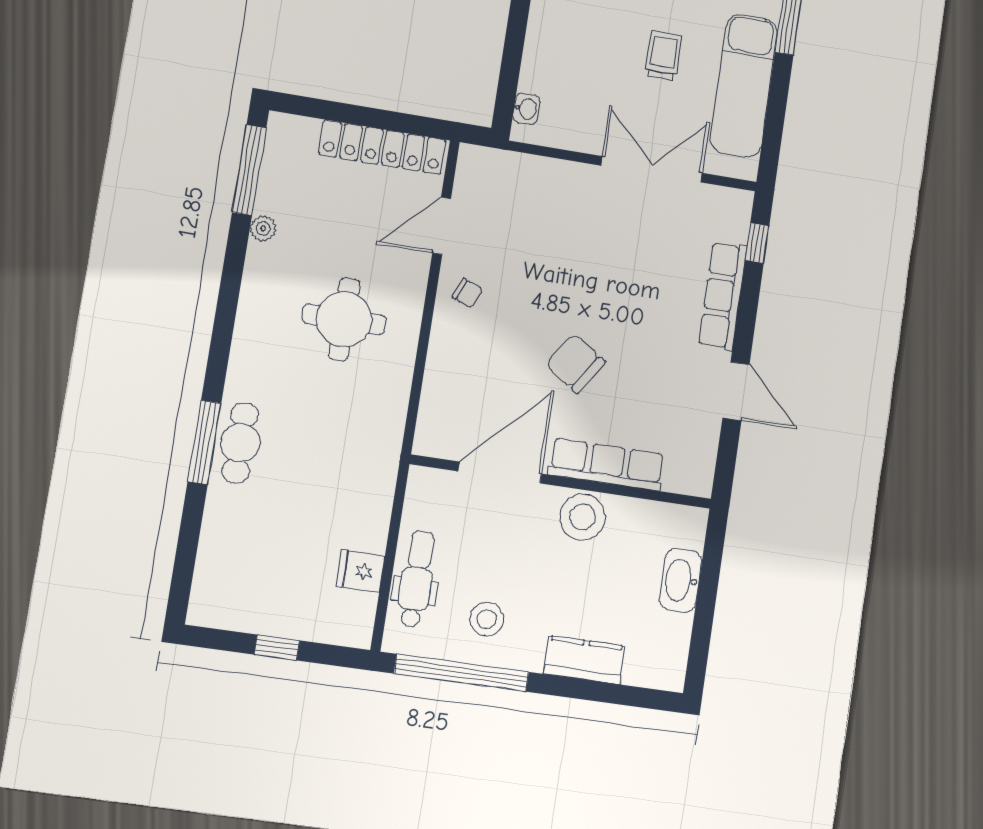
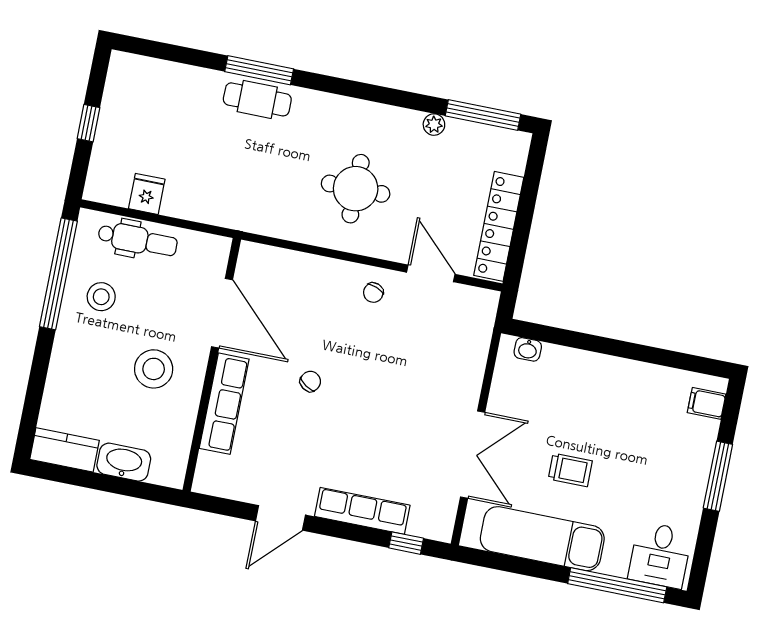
chair: (576, 363) -> (310, 381), width x0.54, depth x0.54
stool: (583, 517) -> (154, 369), moved
kitchen counter: (584, 660) -> (65, 450), moved, turned -90

